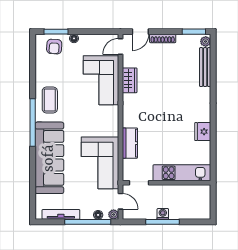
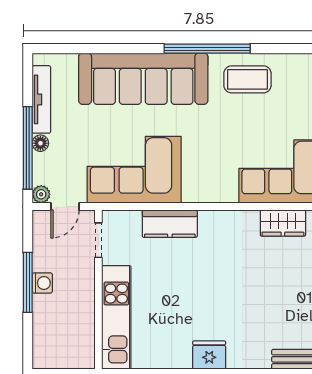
fridge: (203, 132) -> (209, 355), moved
floor lamp: (98, 215) -> (40, 143), moved

